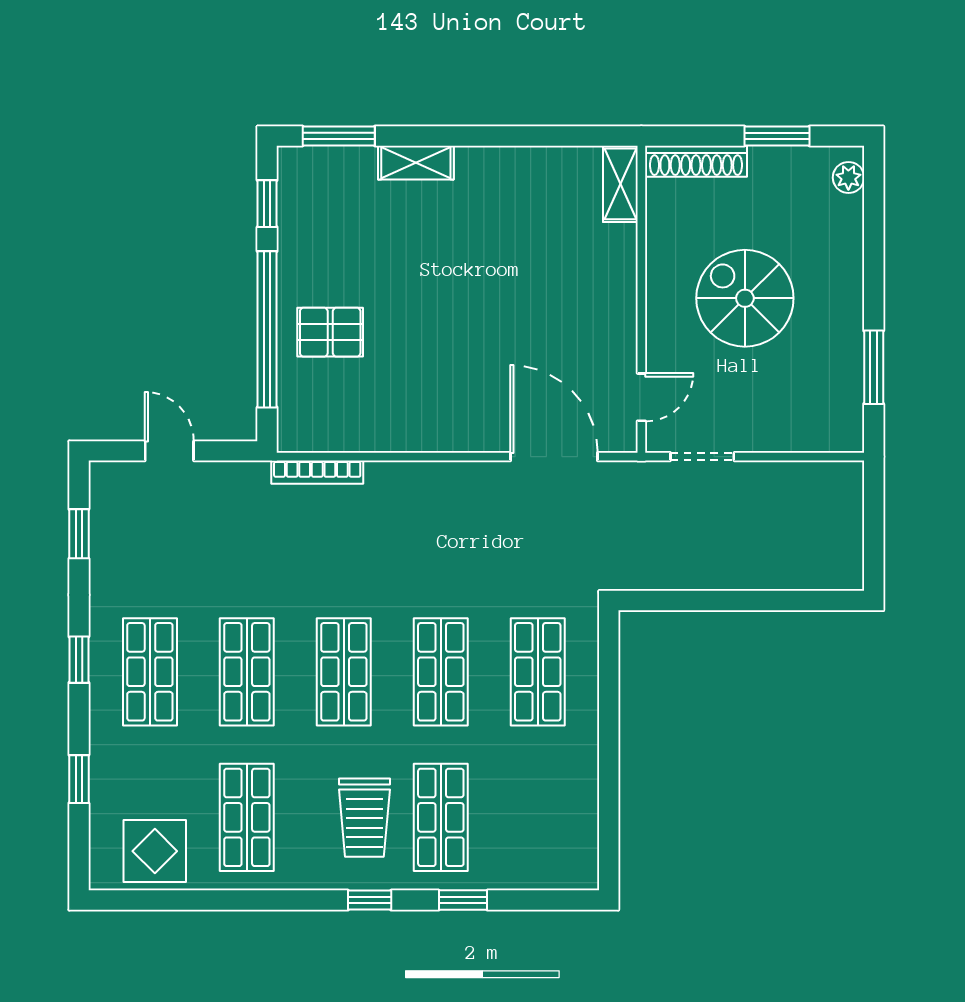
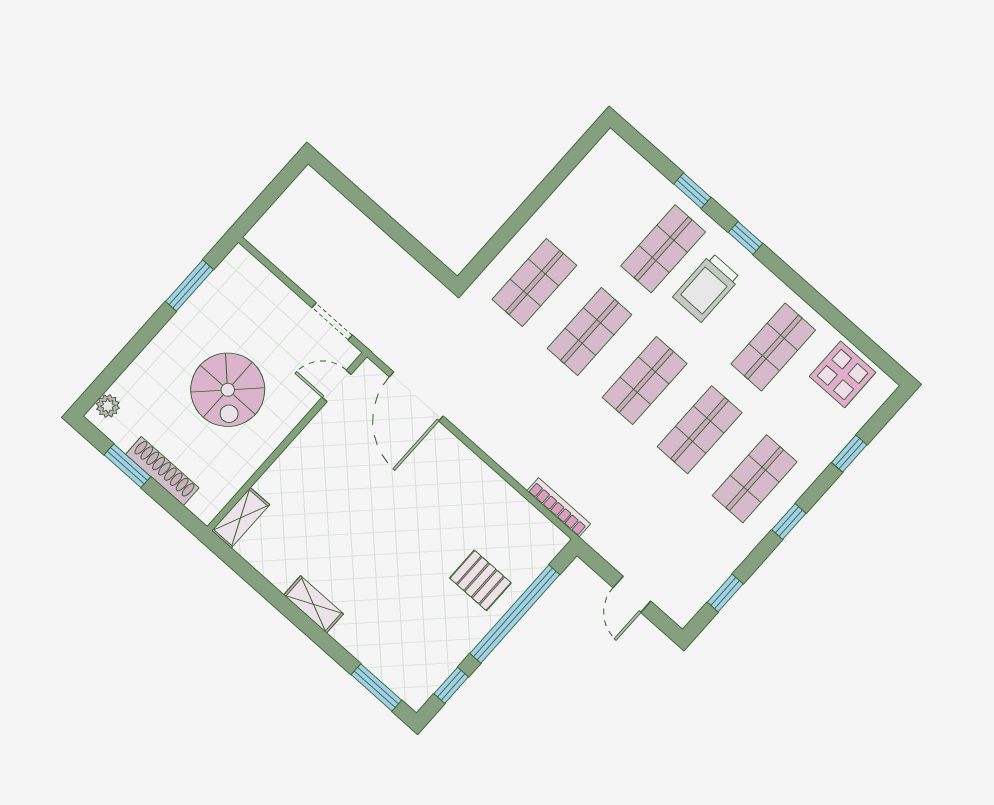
shoe rack: (696, 161) -> (162, 471), moved
shelving: (416, 163) -> (314, 604), moved
trolley: (364, 818) -> (707, 287), turned 180

